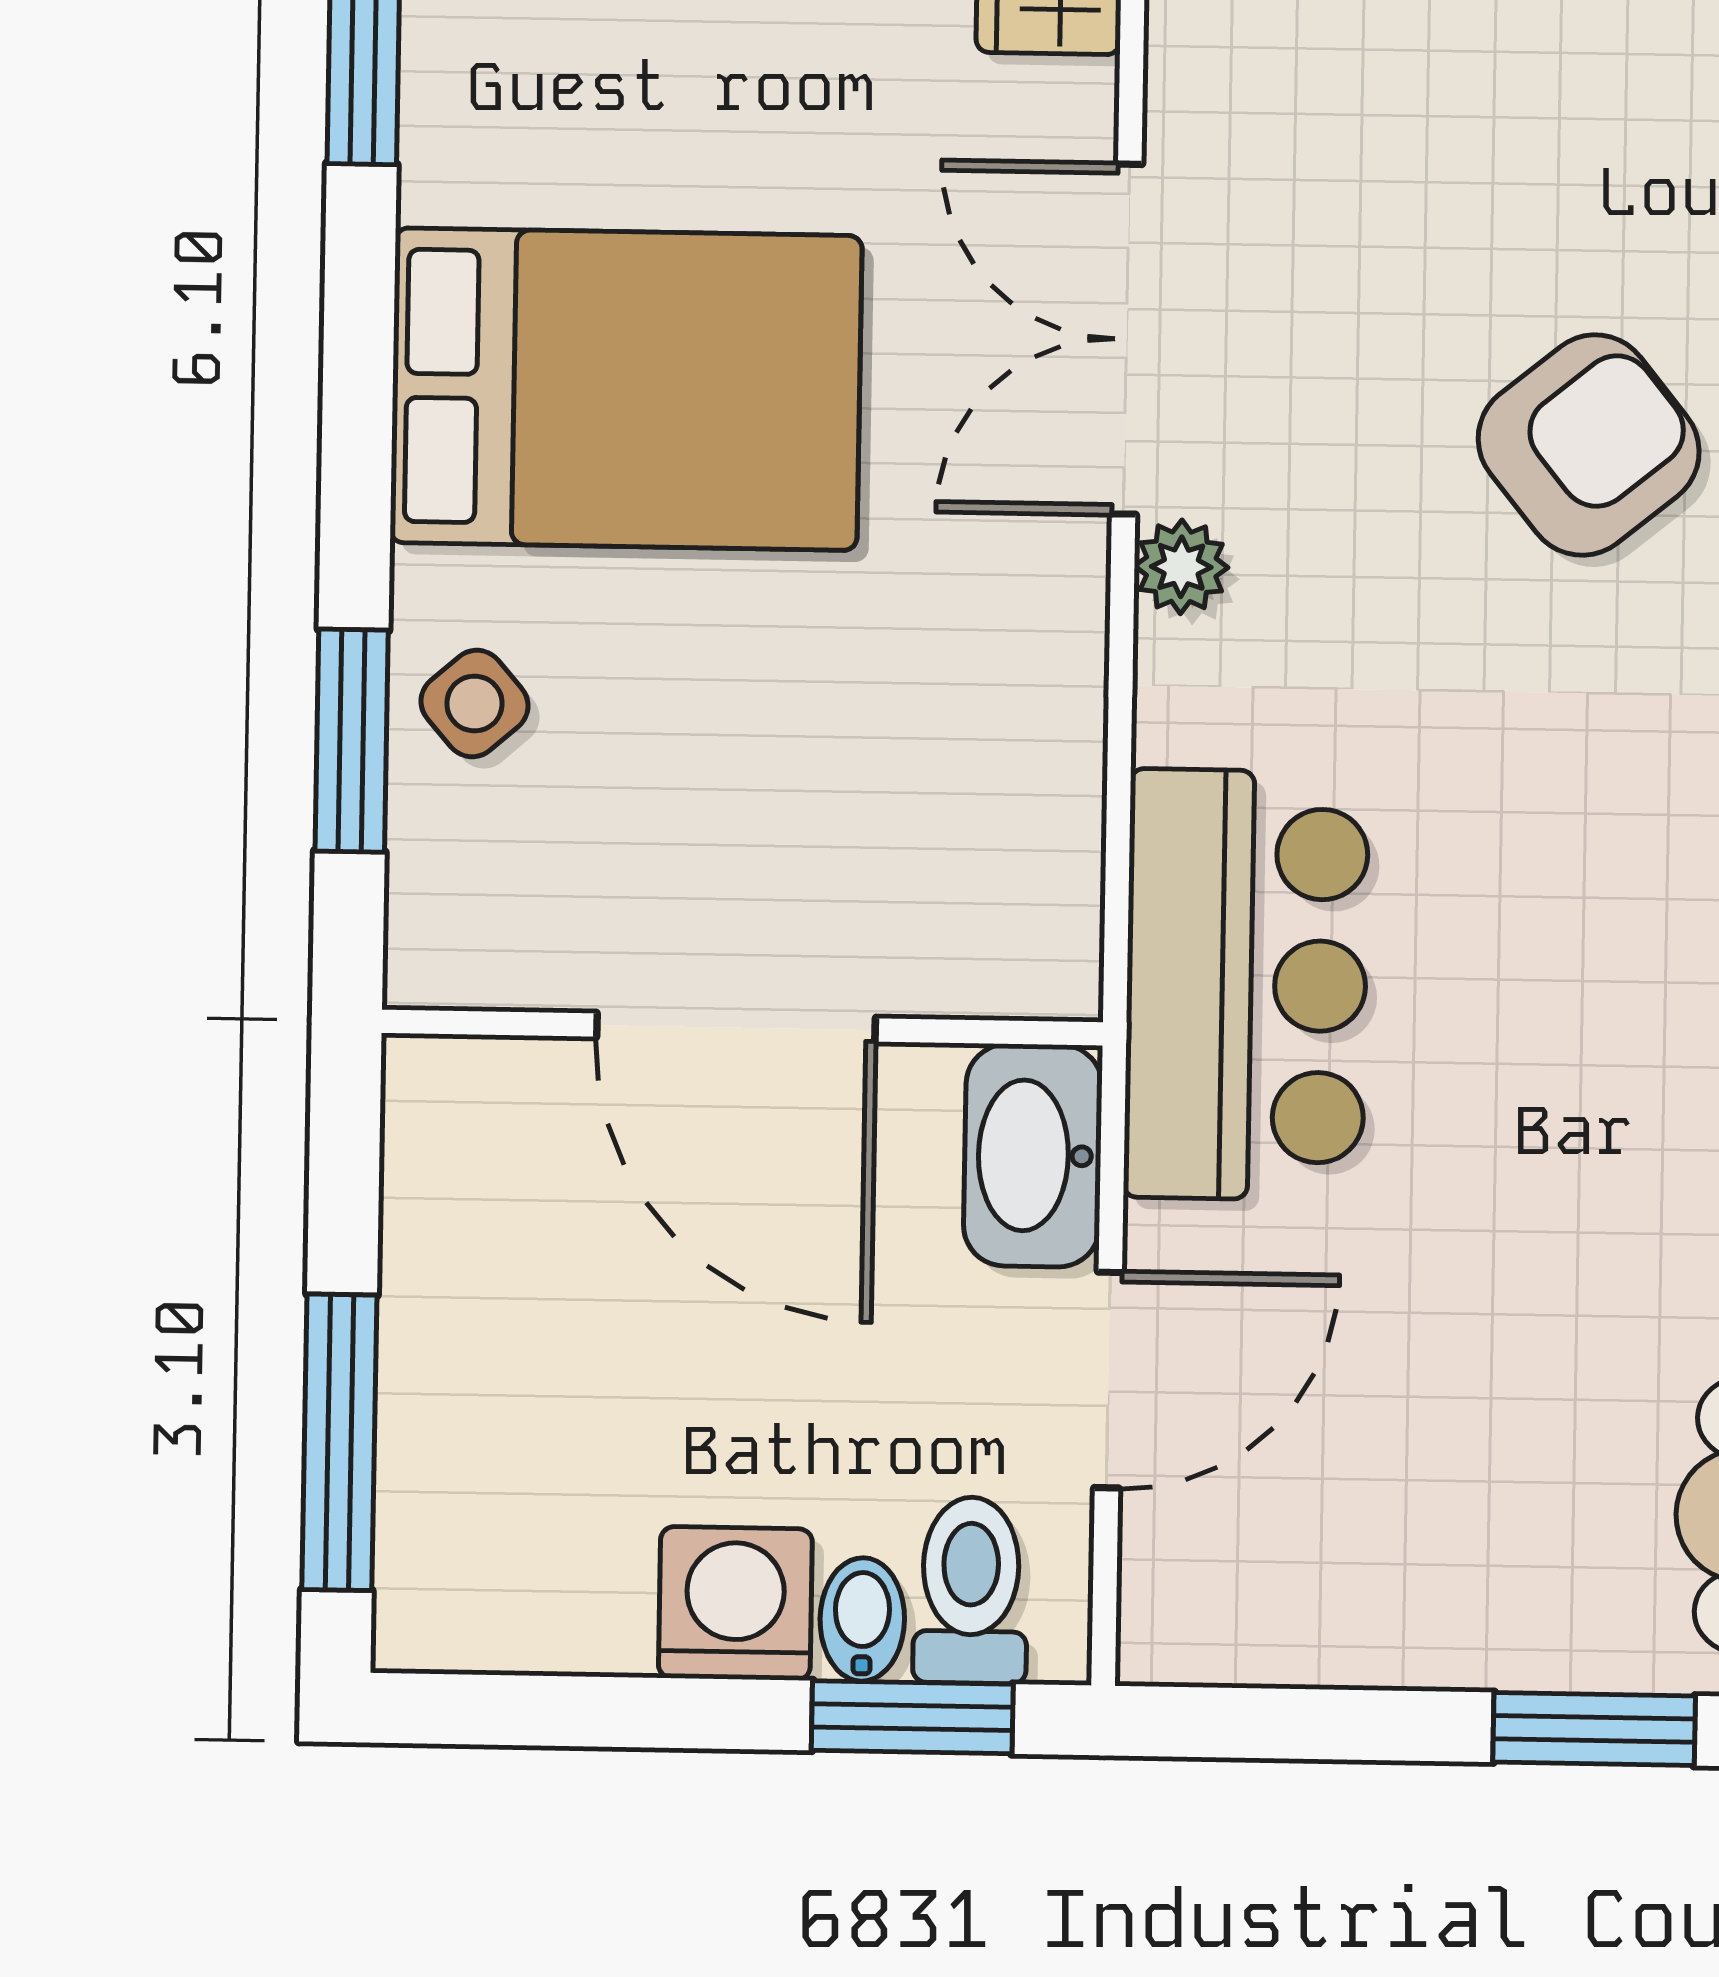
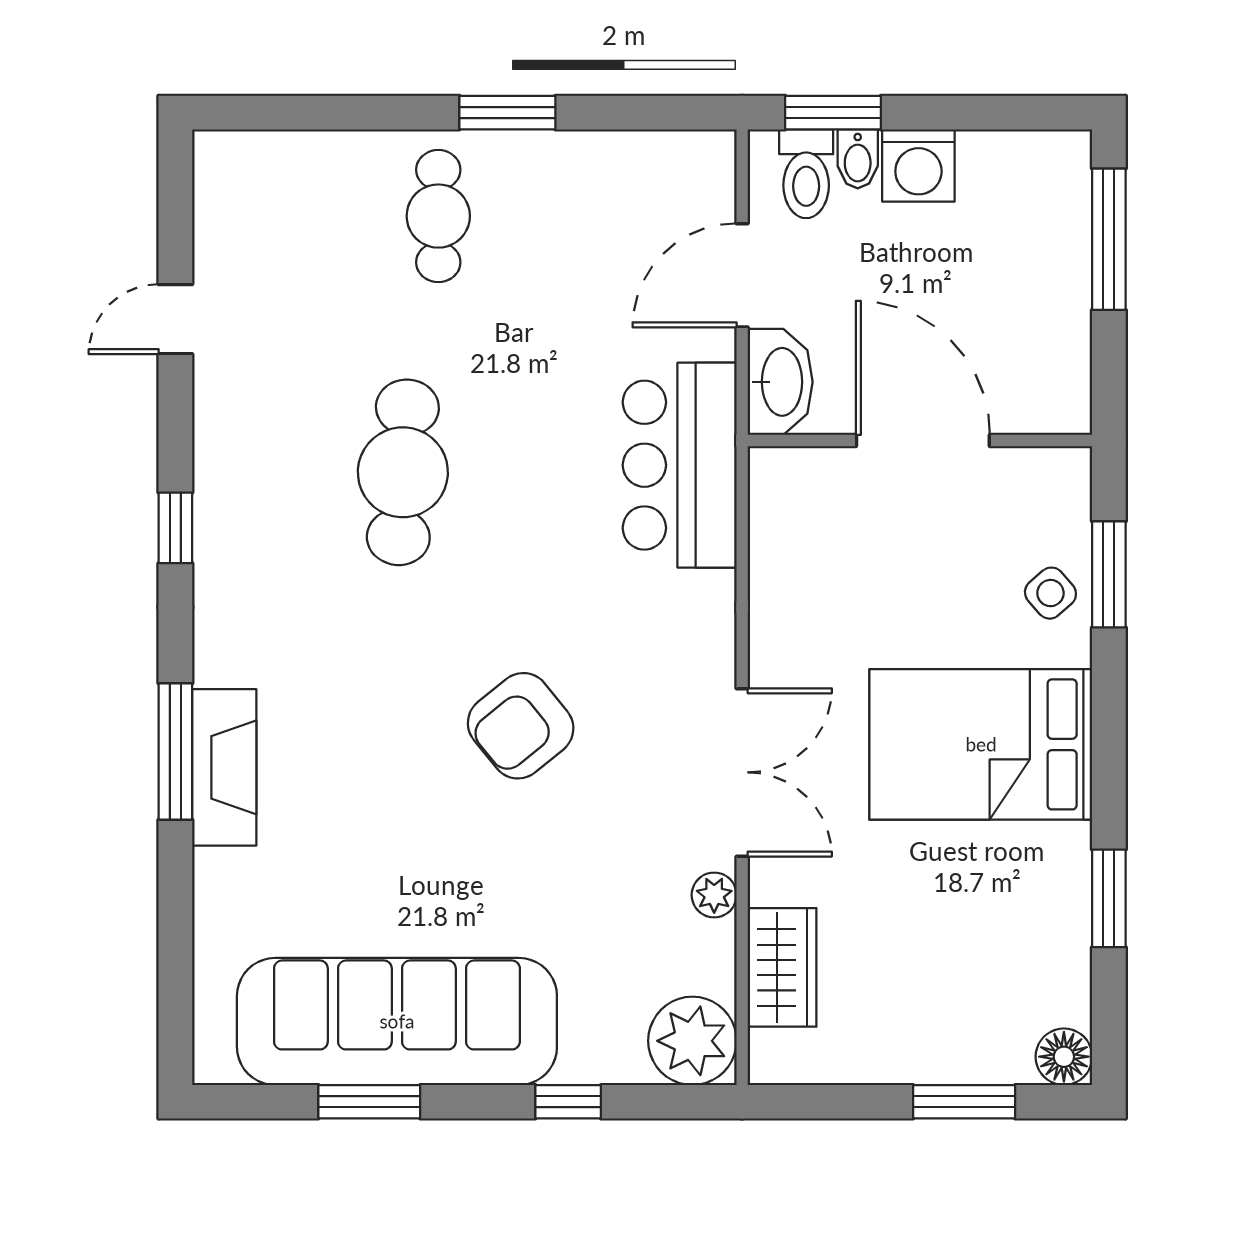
plant: (1181, 567) -> (714, 895), moved

